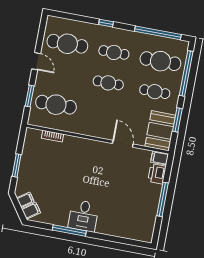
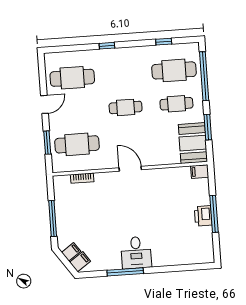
window: (158, 33) -> (164, 42), width x0.32
cafe table: (114, 52) -> (123, 74), removed
door: (36, 61) -> (44, 104), hinge flipped
door: (123, 144) -> (130, 169), moved
window: (17, 165) -> (53, 219), width x1.44
printer: (157, 174) -> (203, 216), moved

